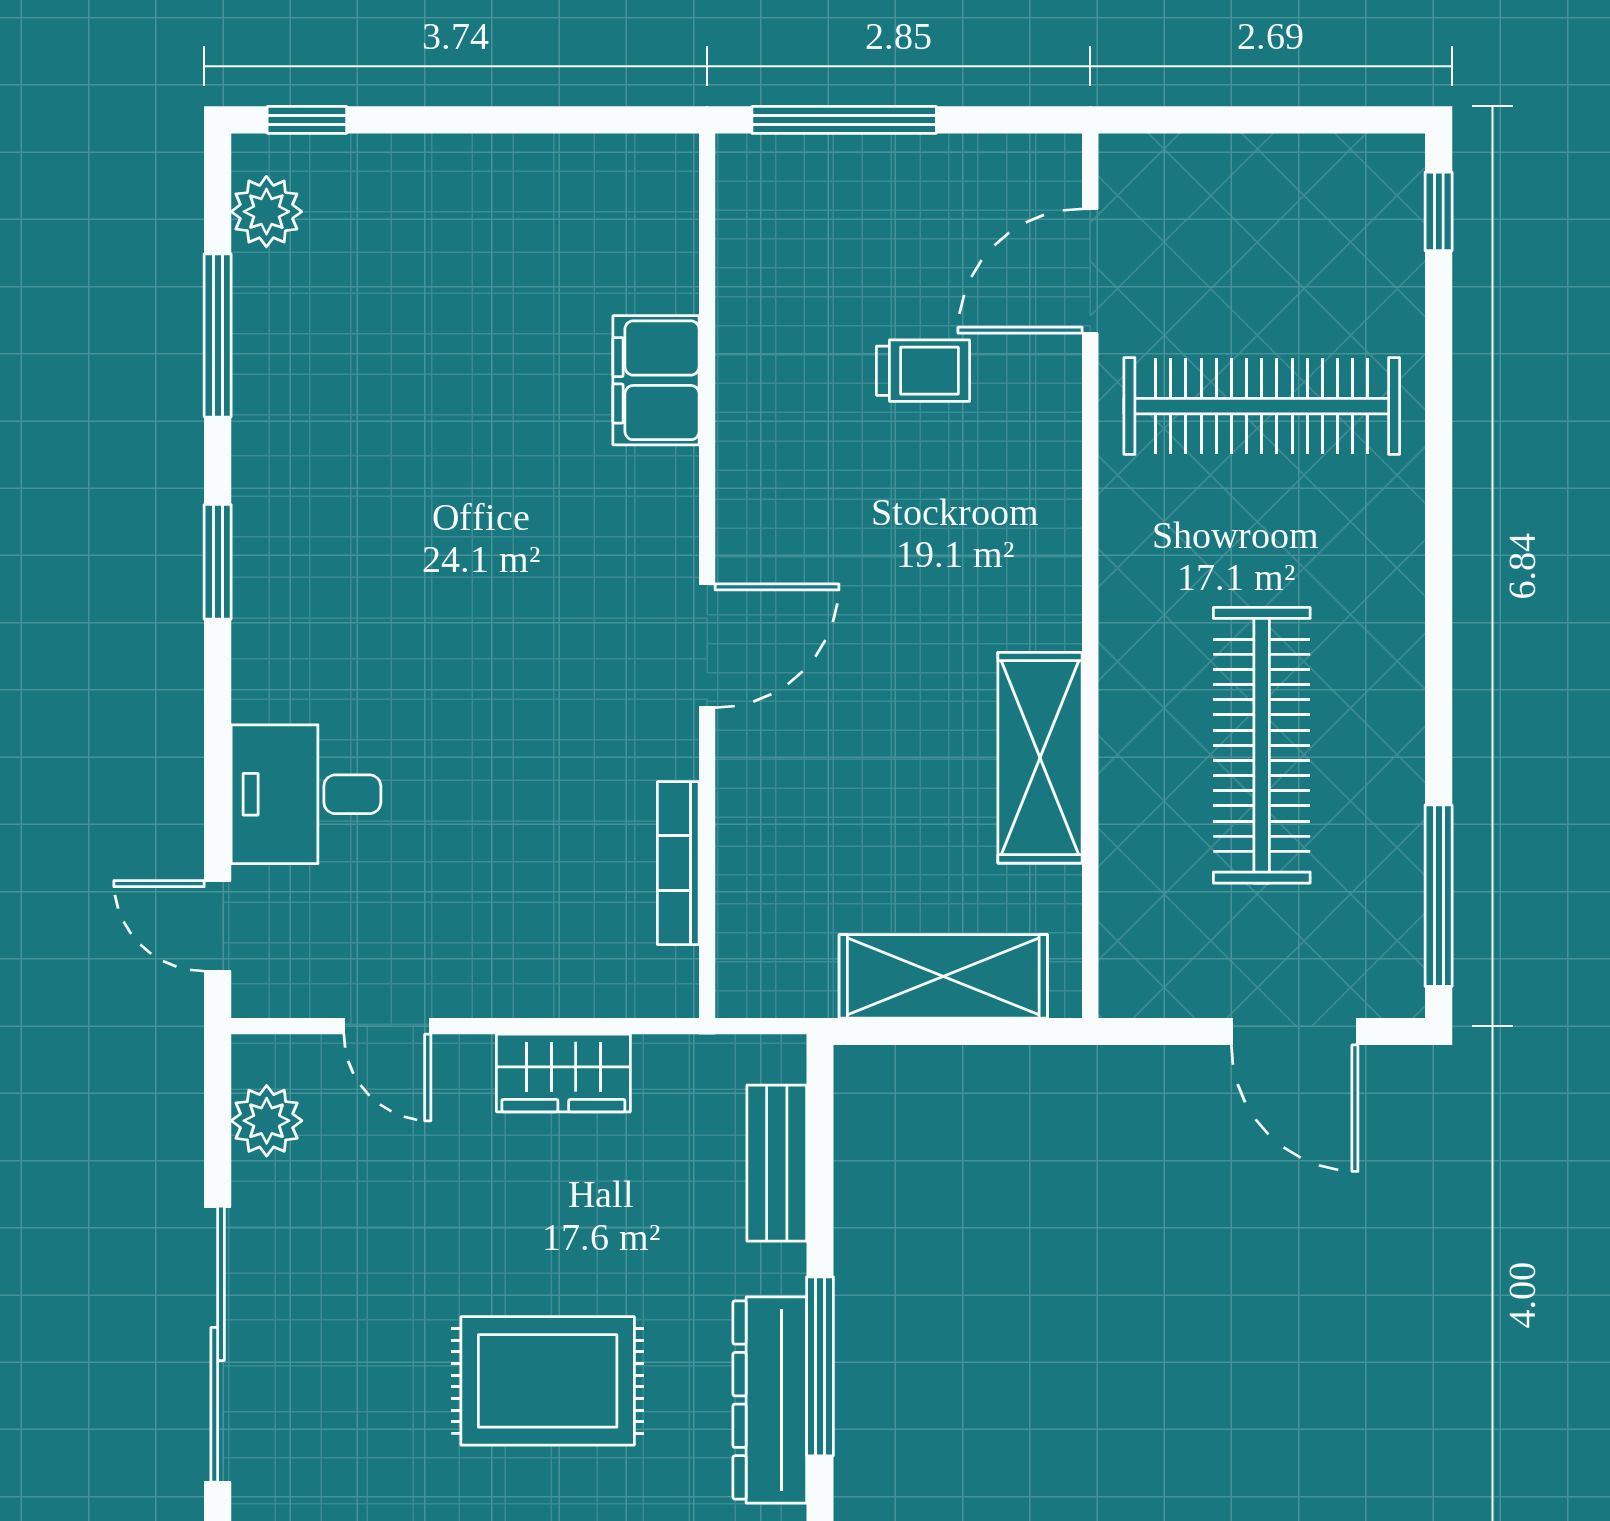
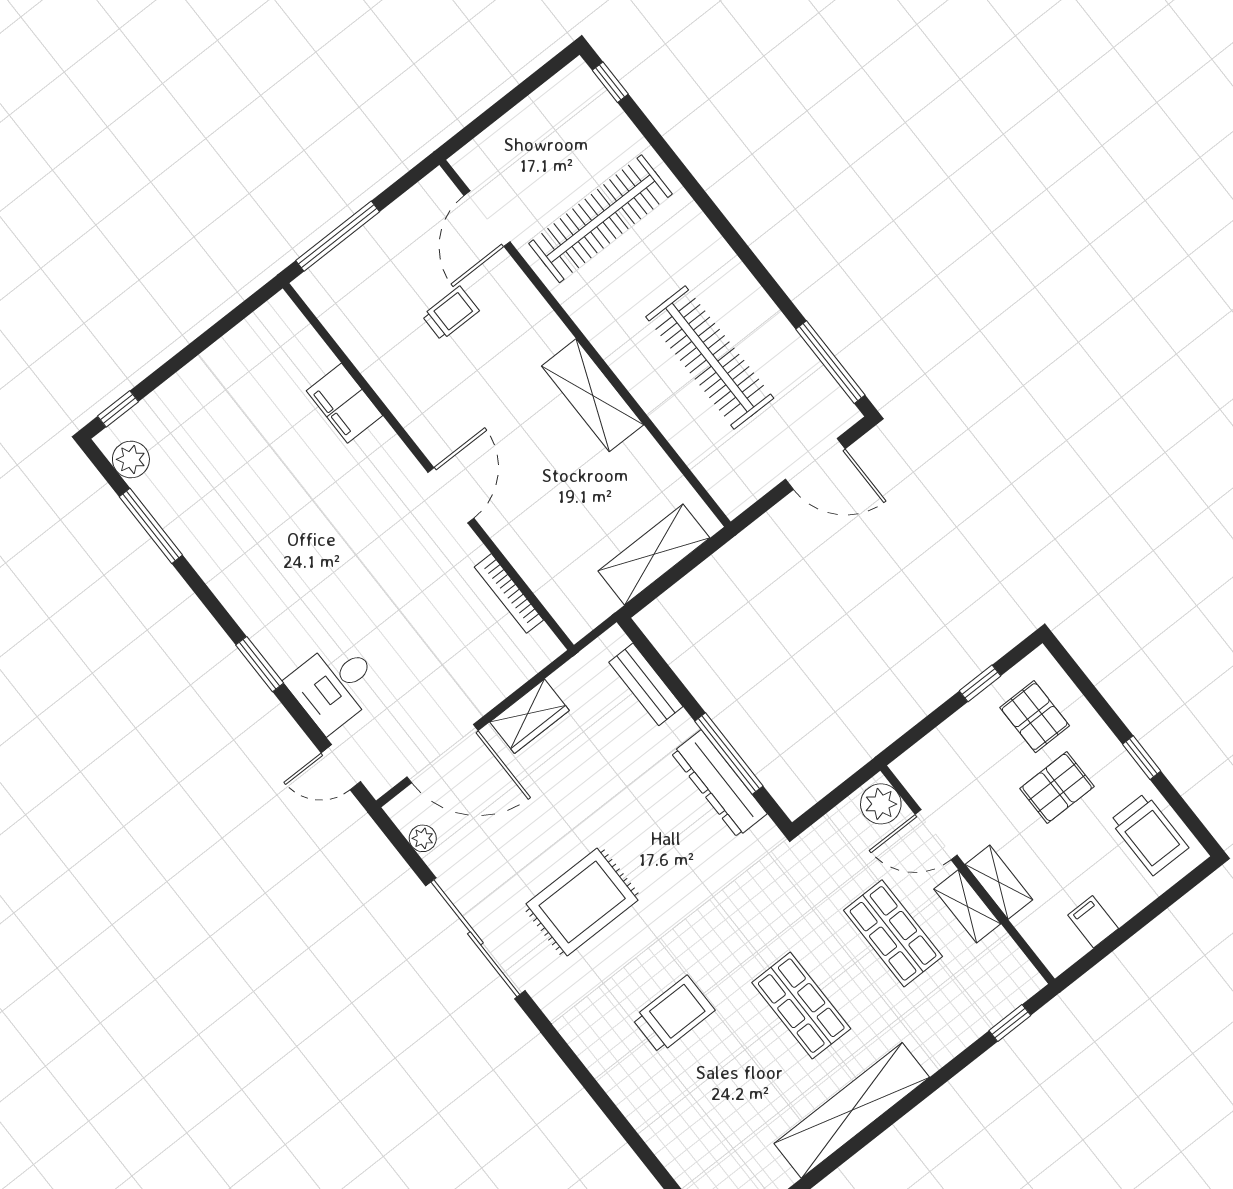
window: (218, 562) -> (260, 664), moved
shelving: (1040, 758) -> (593, 395), moved
door: (387, 1026) -> (442, 754), width x1.87
plant: (267, 1121) -> (423, 838), width x0.73, depth x0.73
rug: (548, 1381) -> (582, 902), moved

